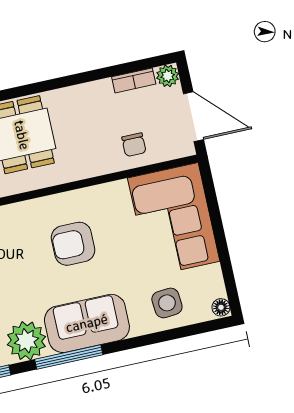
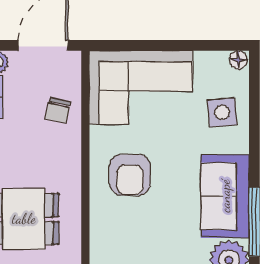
chair: (134, 145) -> (58, 111), turned 103
armchair: (73, 244) -> (130, 175), moved

